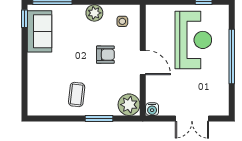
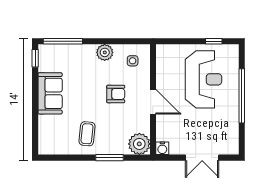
sofa: (39, 31) -> (50, 93), moved

